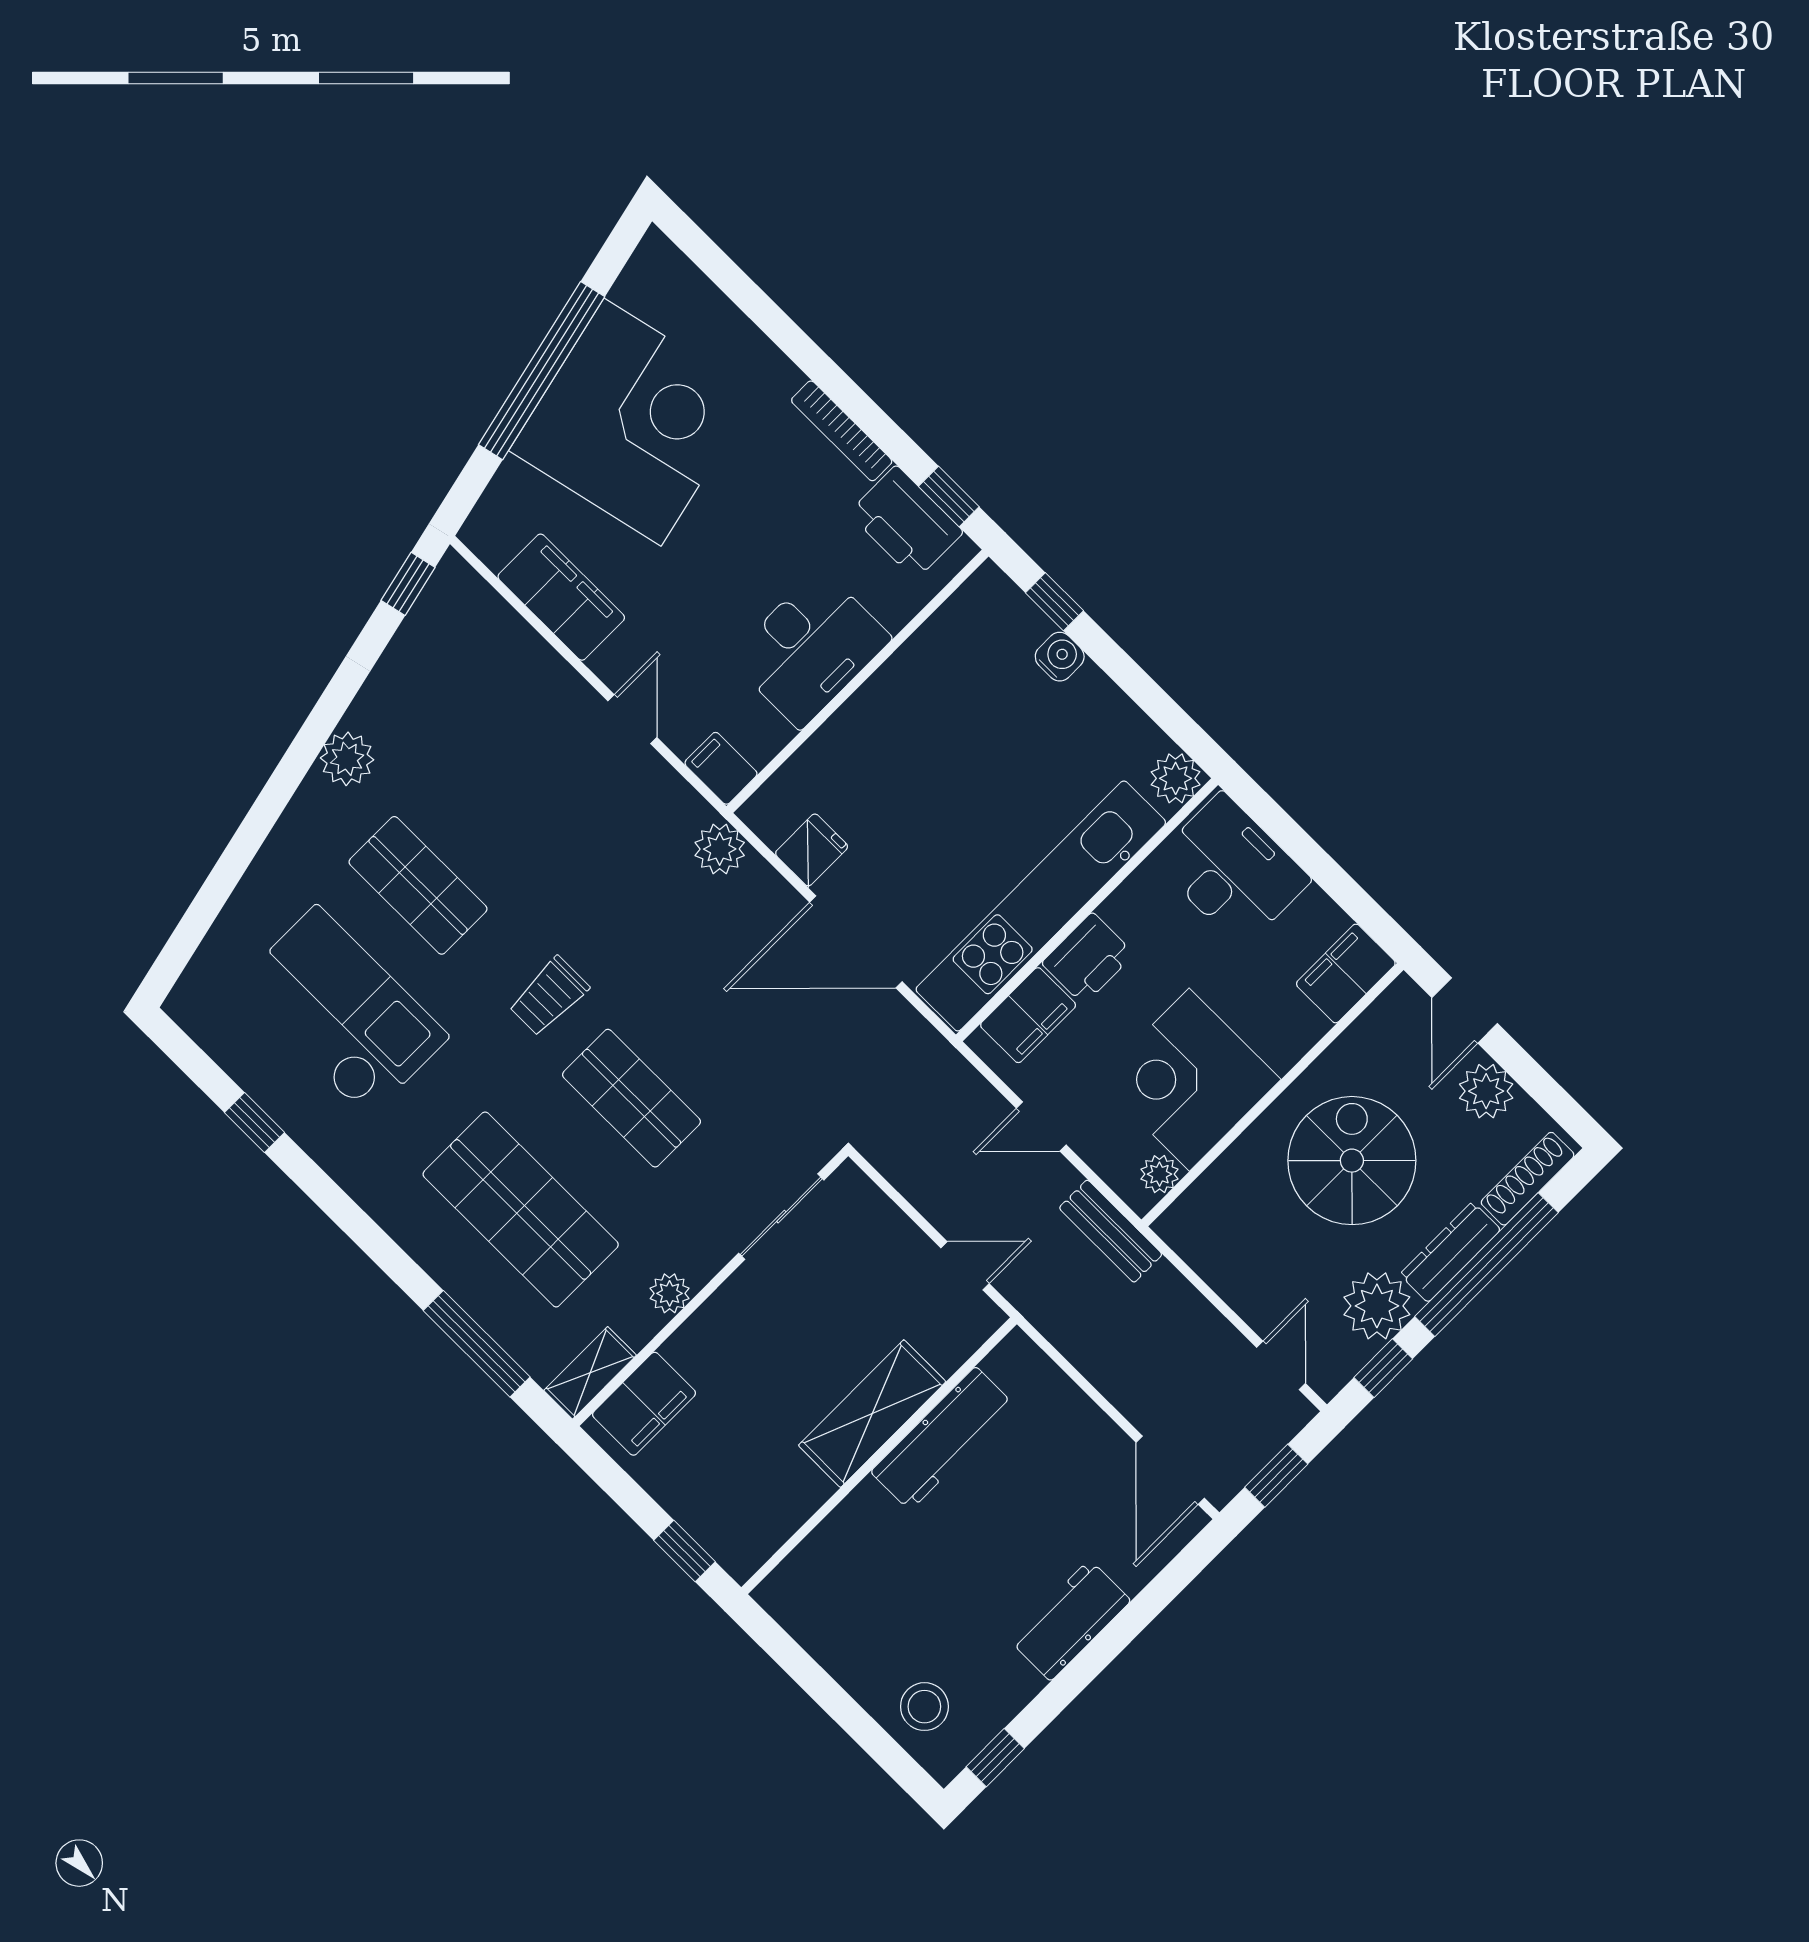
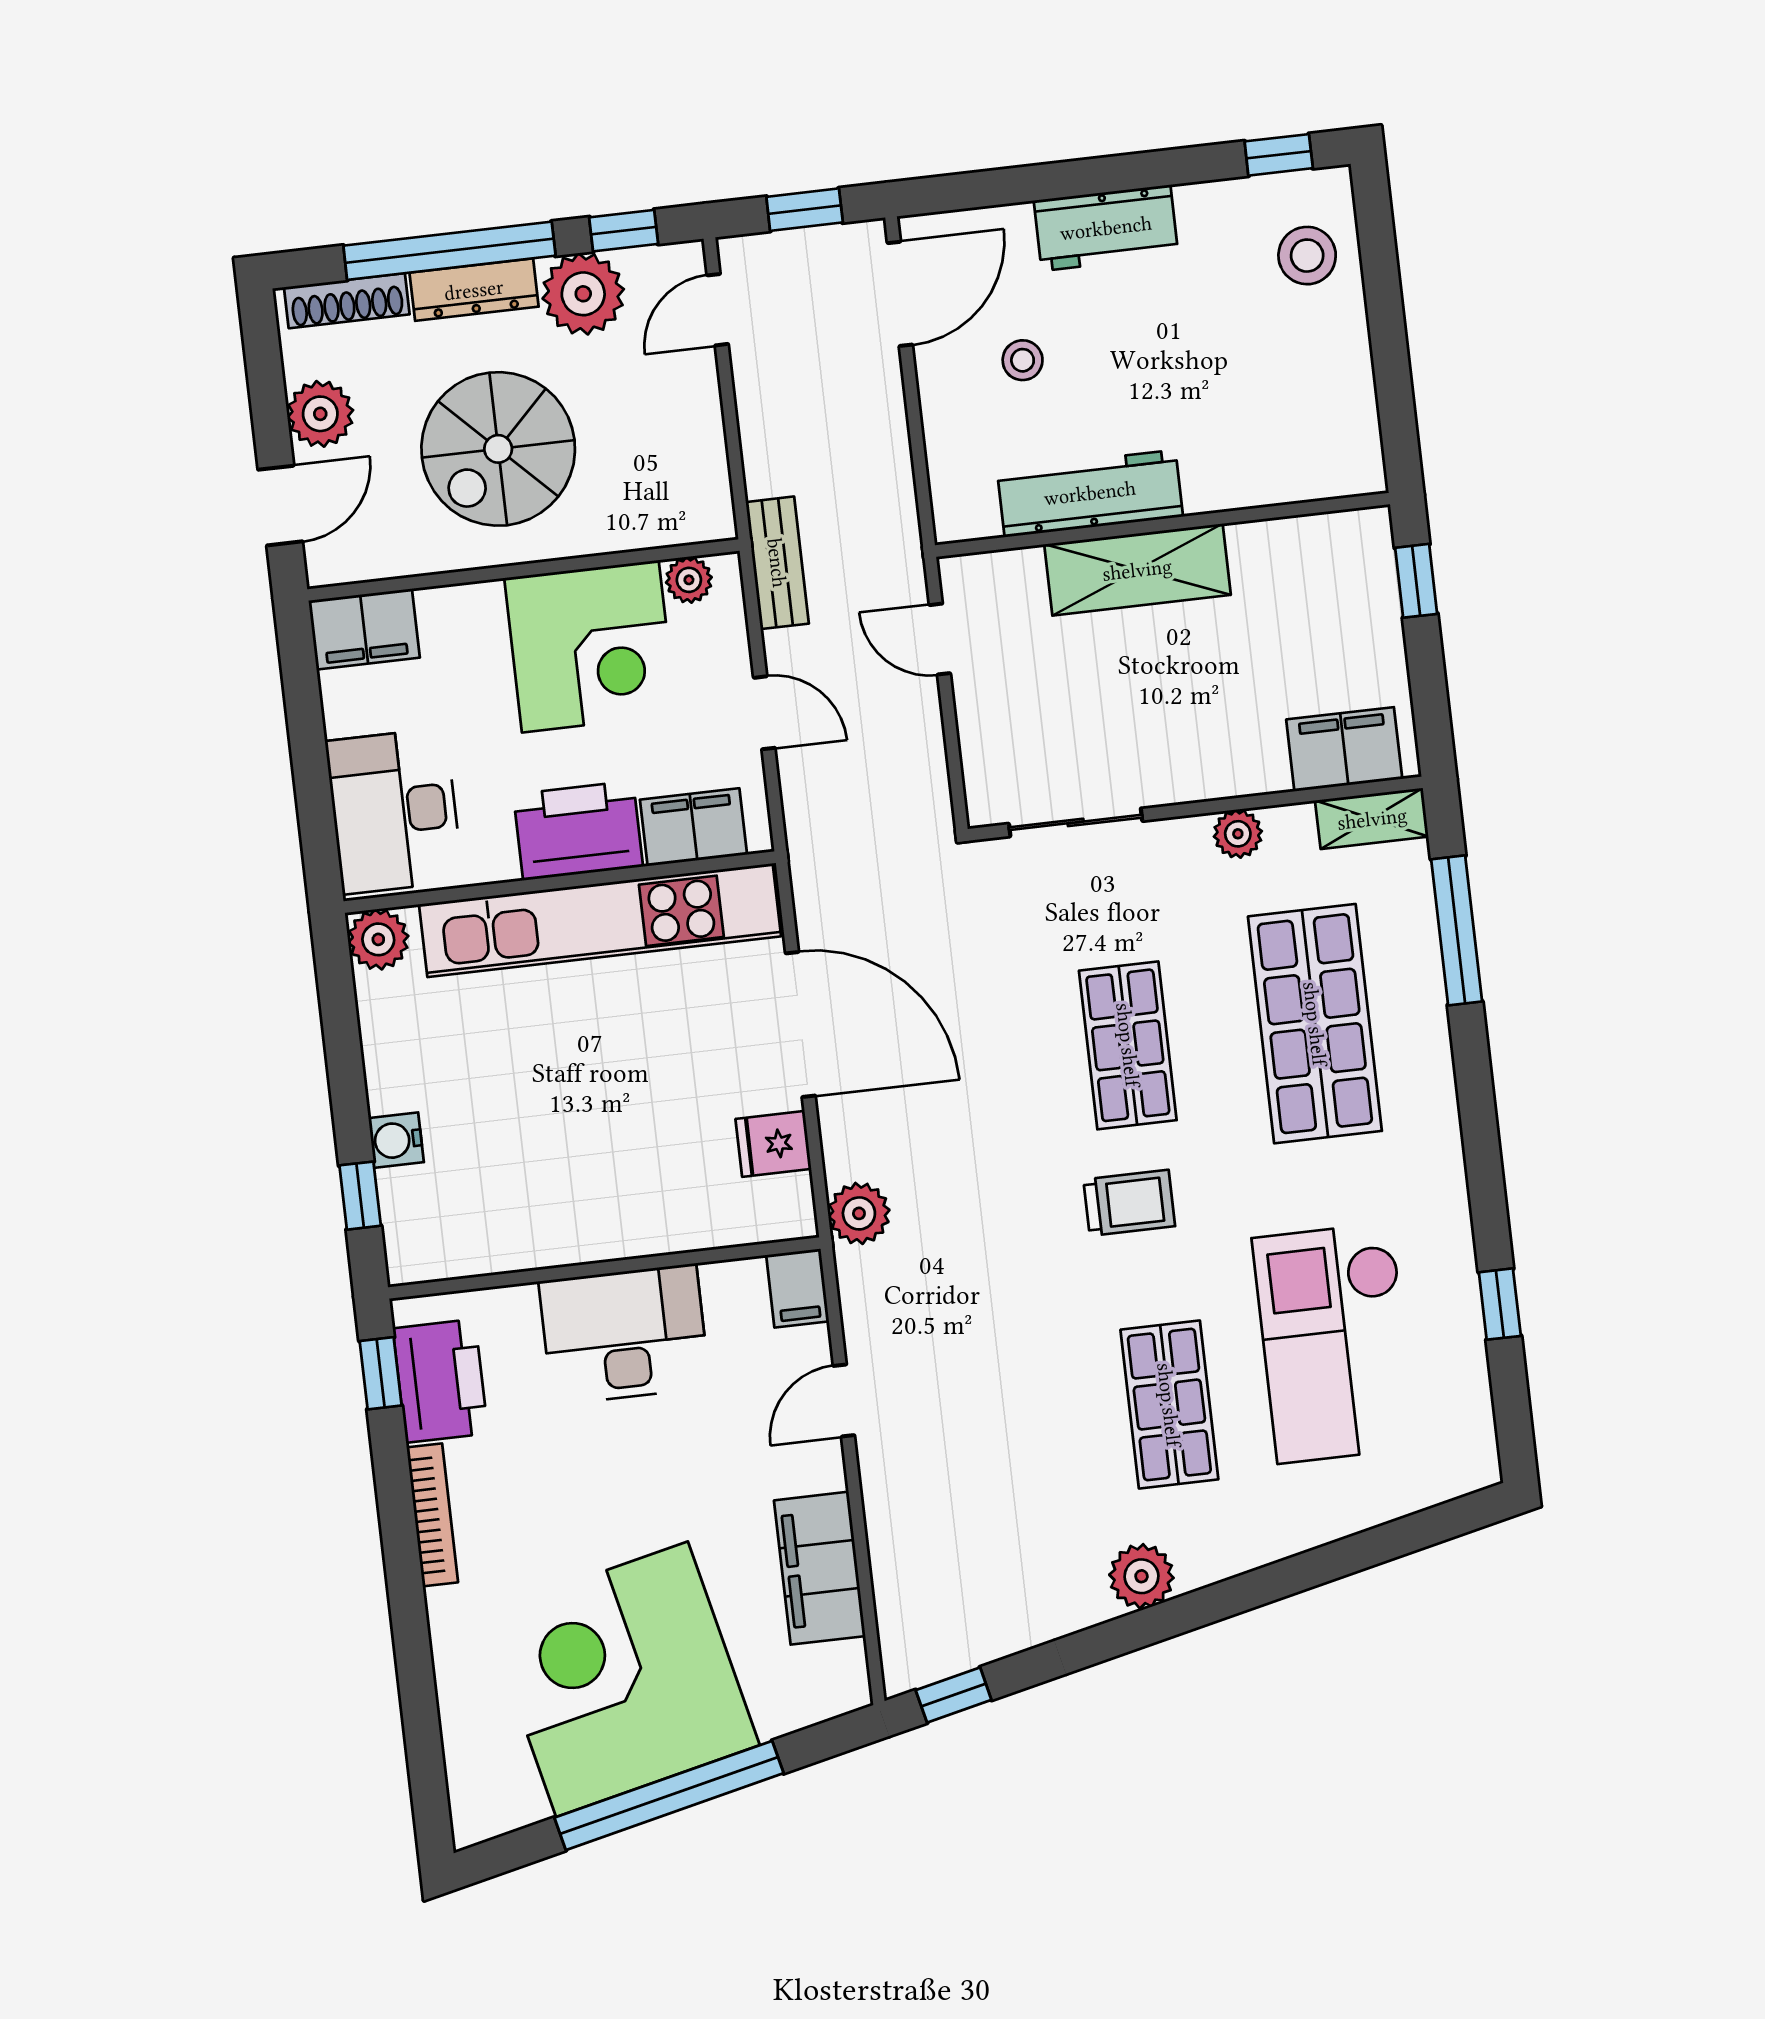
printer: (1088, 959) -> (578, 831), width x1.37, depth x1.19
stool: (1056, 1491) -> (1023, 360), added

